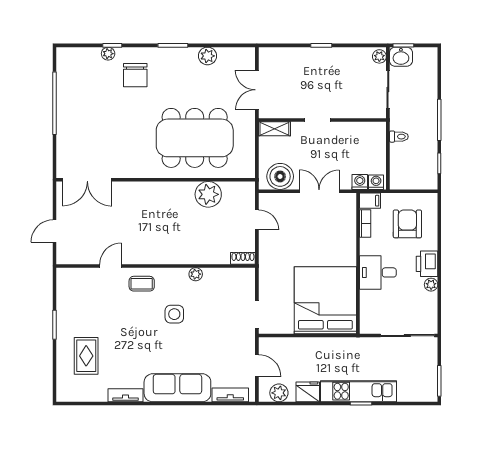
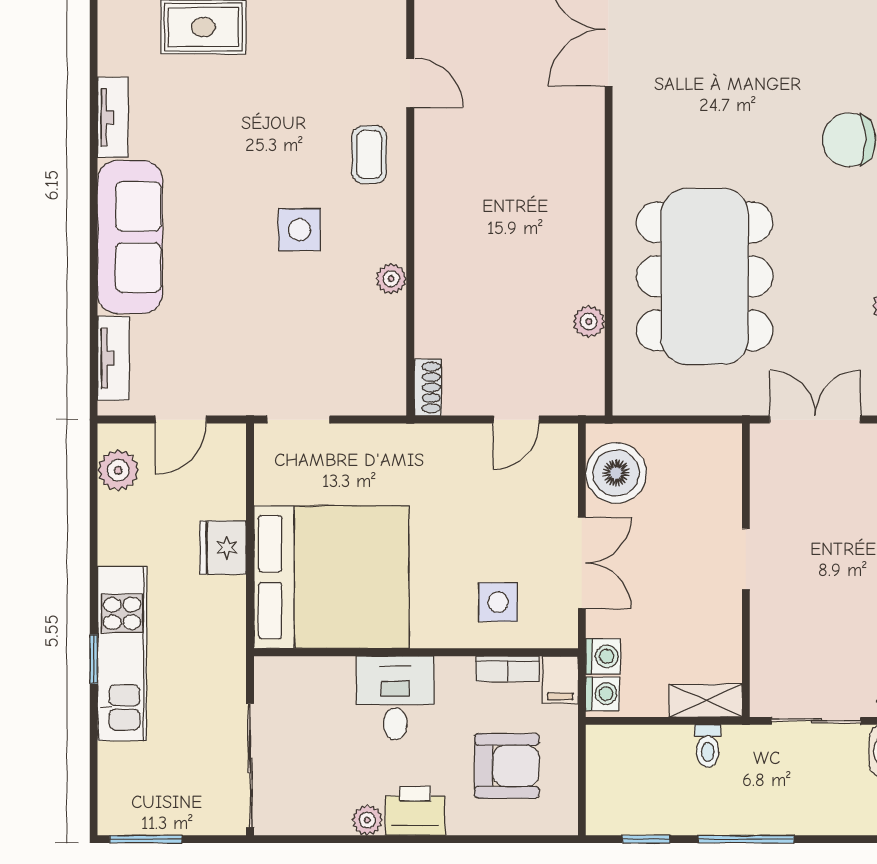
shelving: (274, 129) -> (706, 701), moved, turned 90
plant: (208, 194) -> (589, 322), width x0.53, depth x0.53
side table: (336, 228) -> (498, 602), added
fridge: (308, 392) -> (223, 548), moved, turned 180

